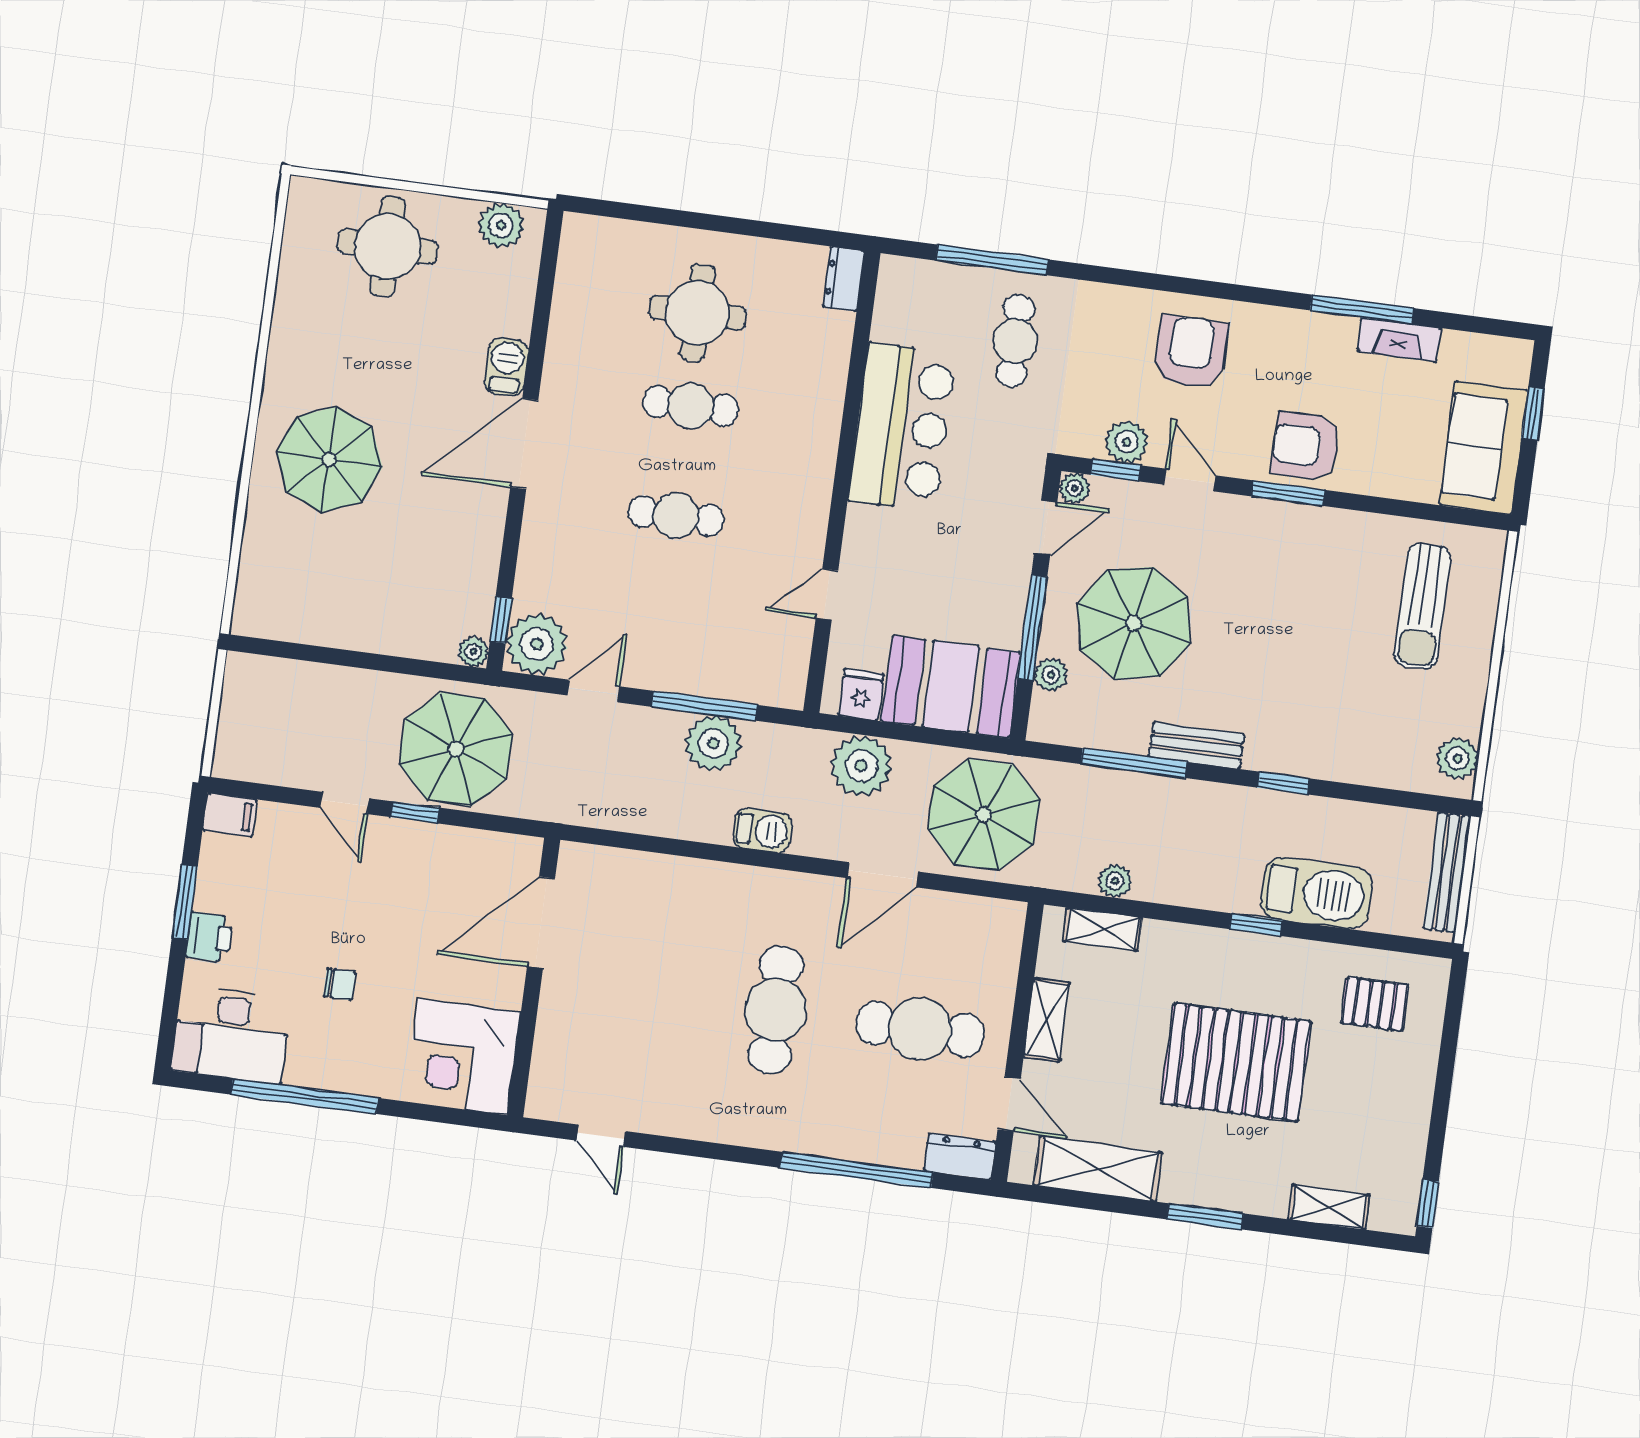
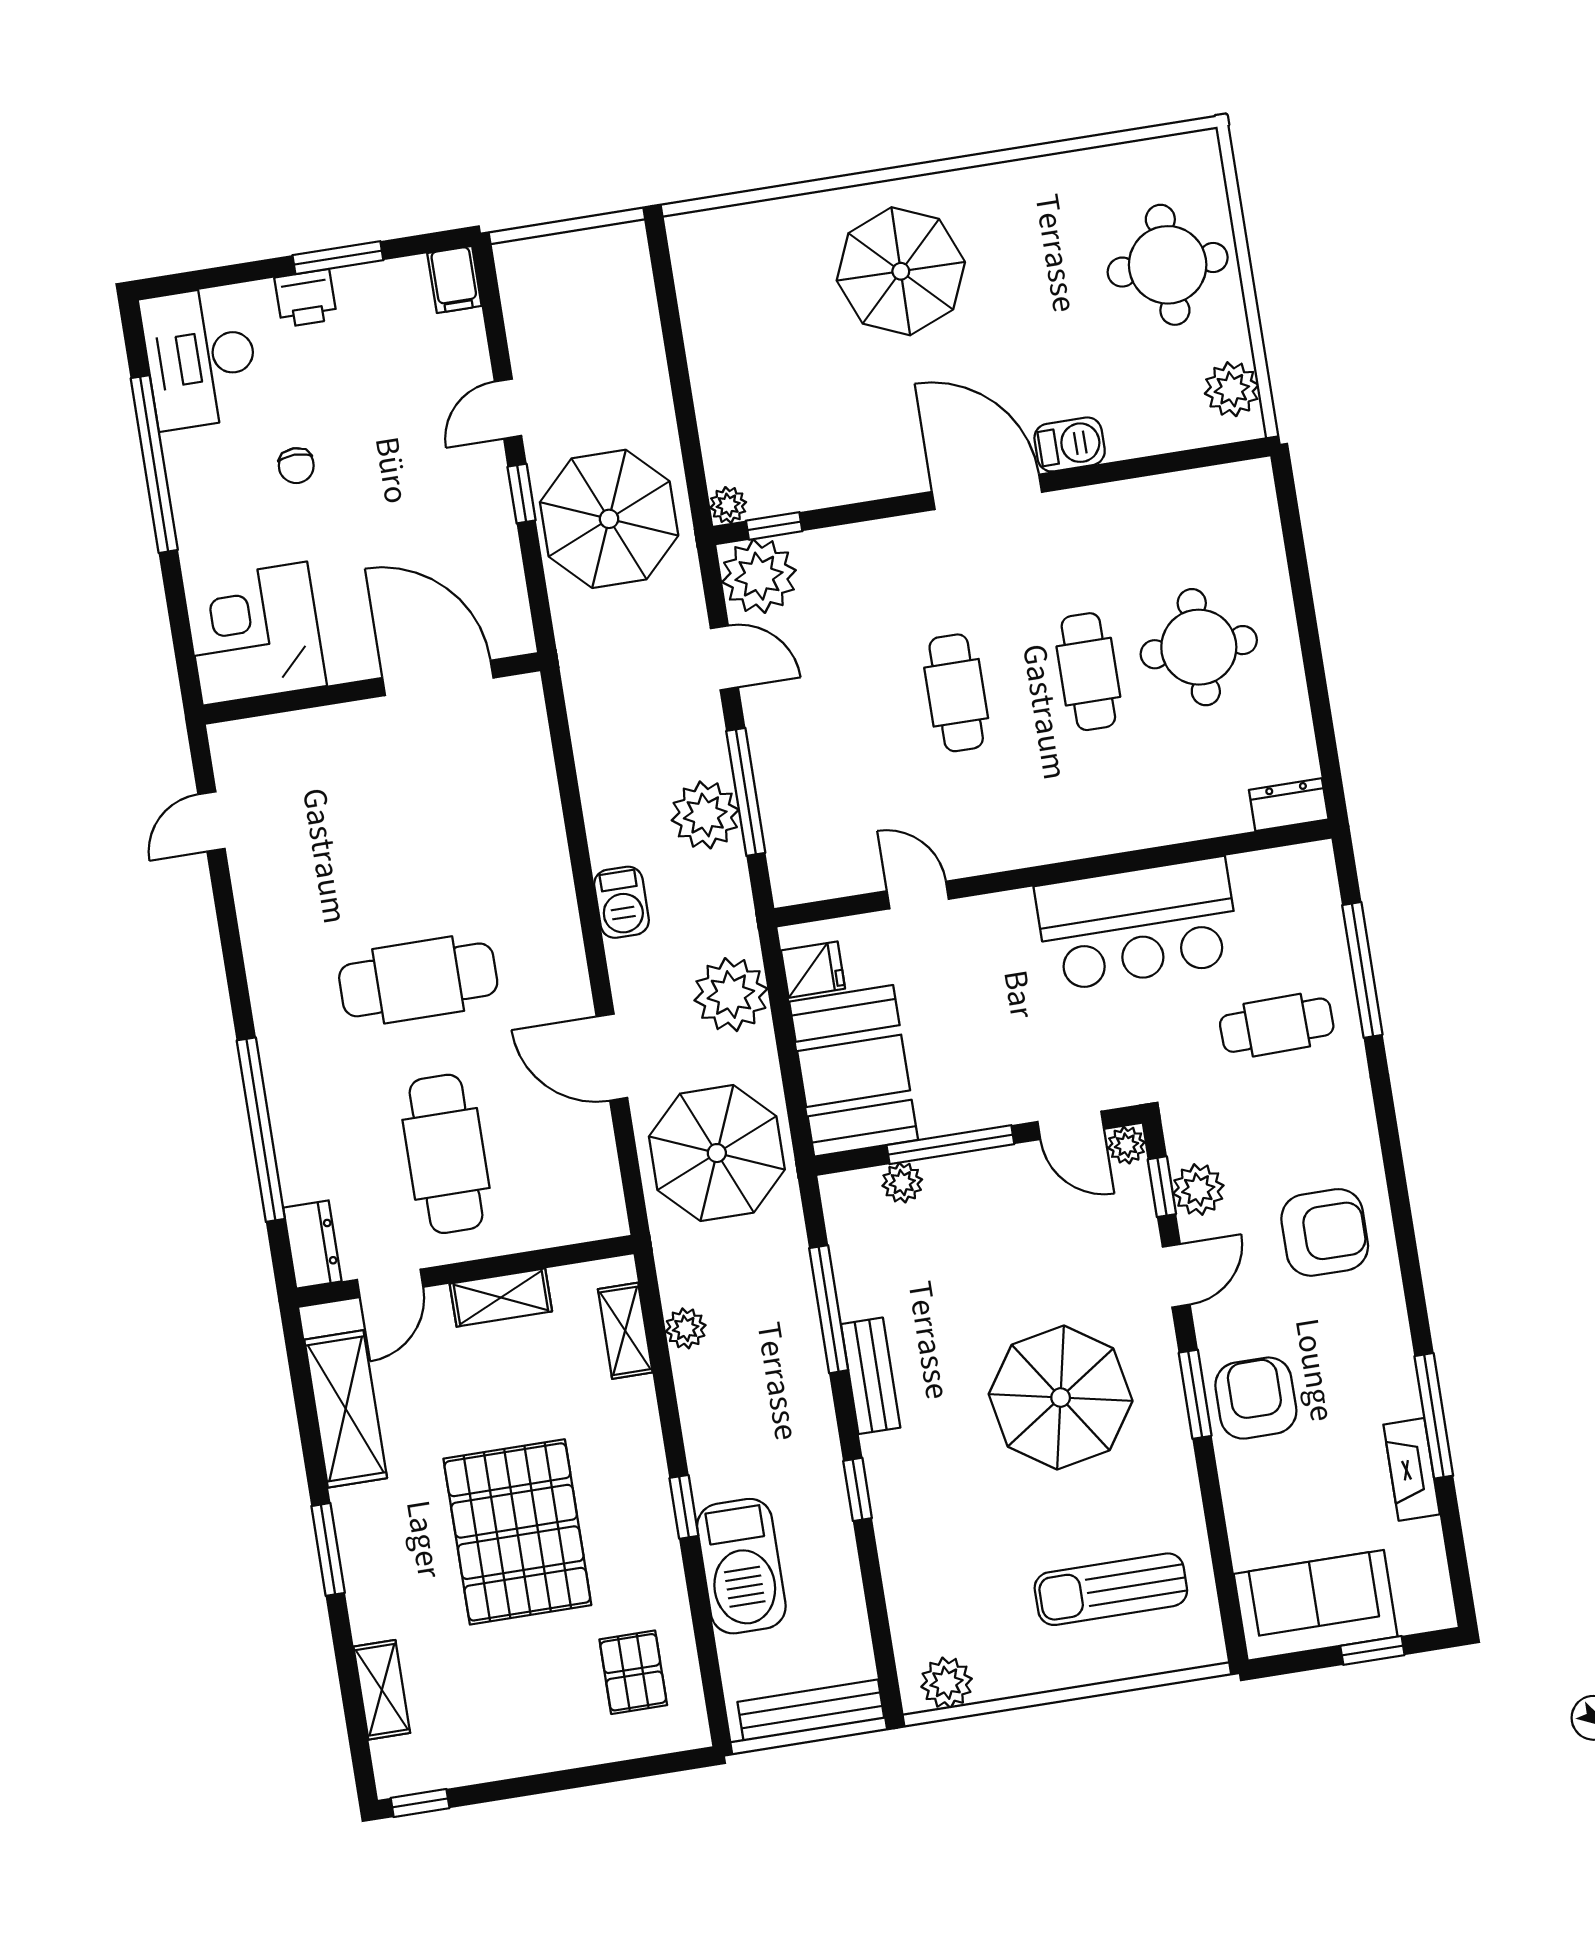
parasol: (1134, 623) -> (1061, 1398), moved

